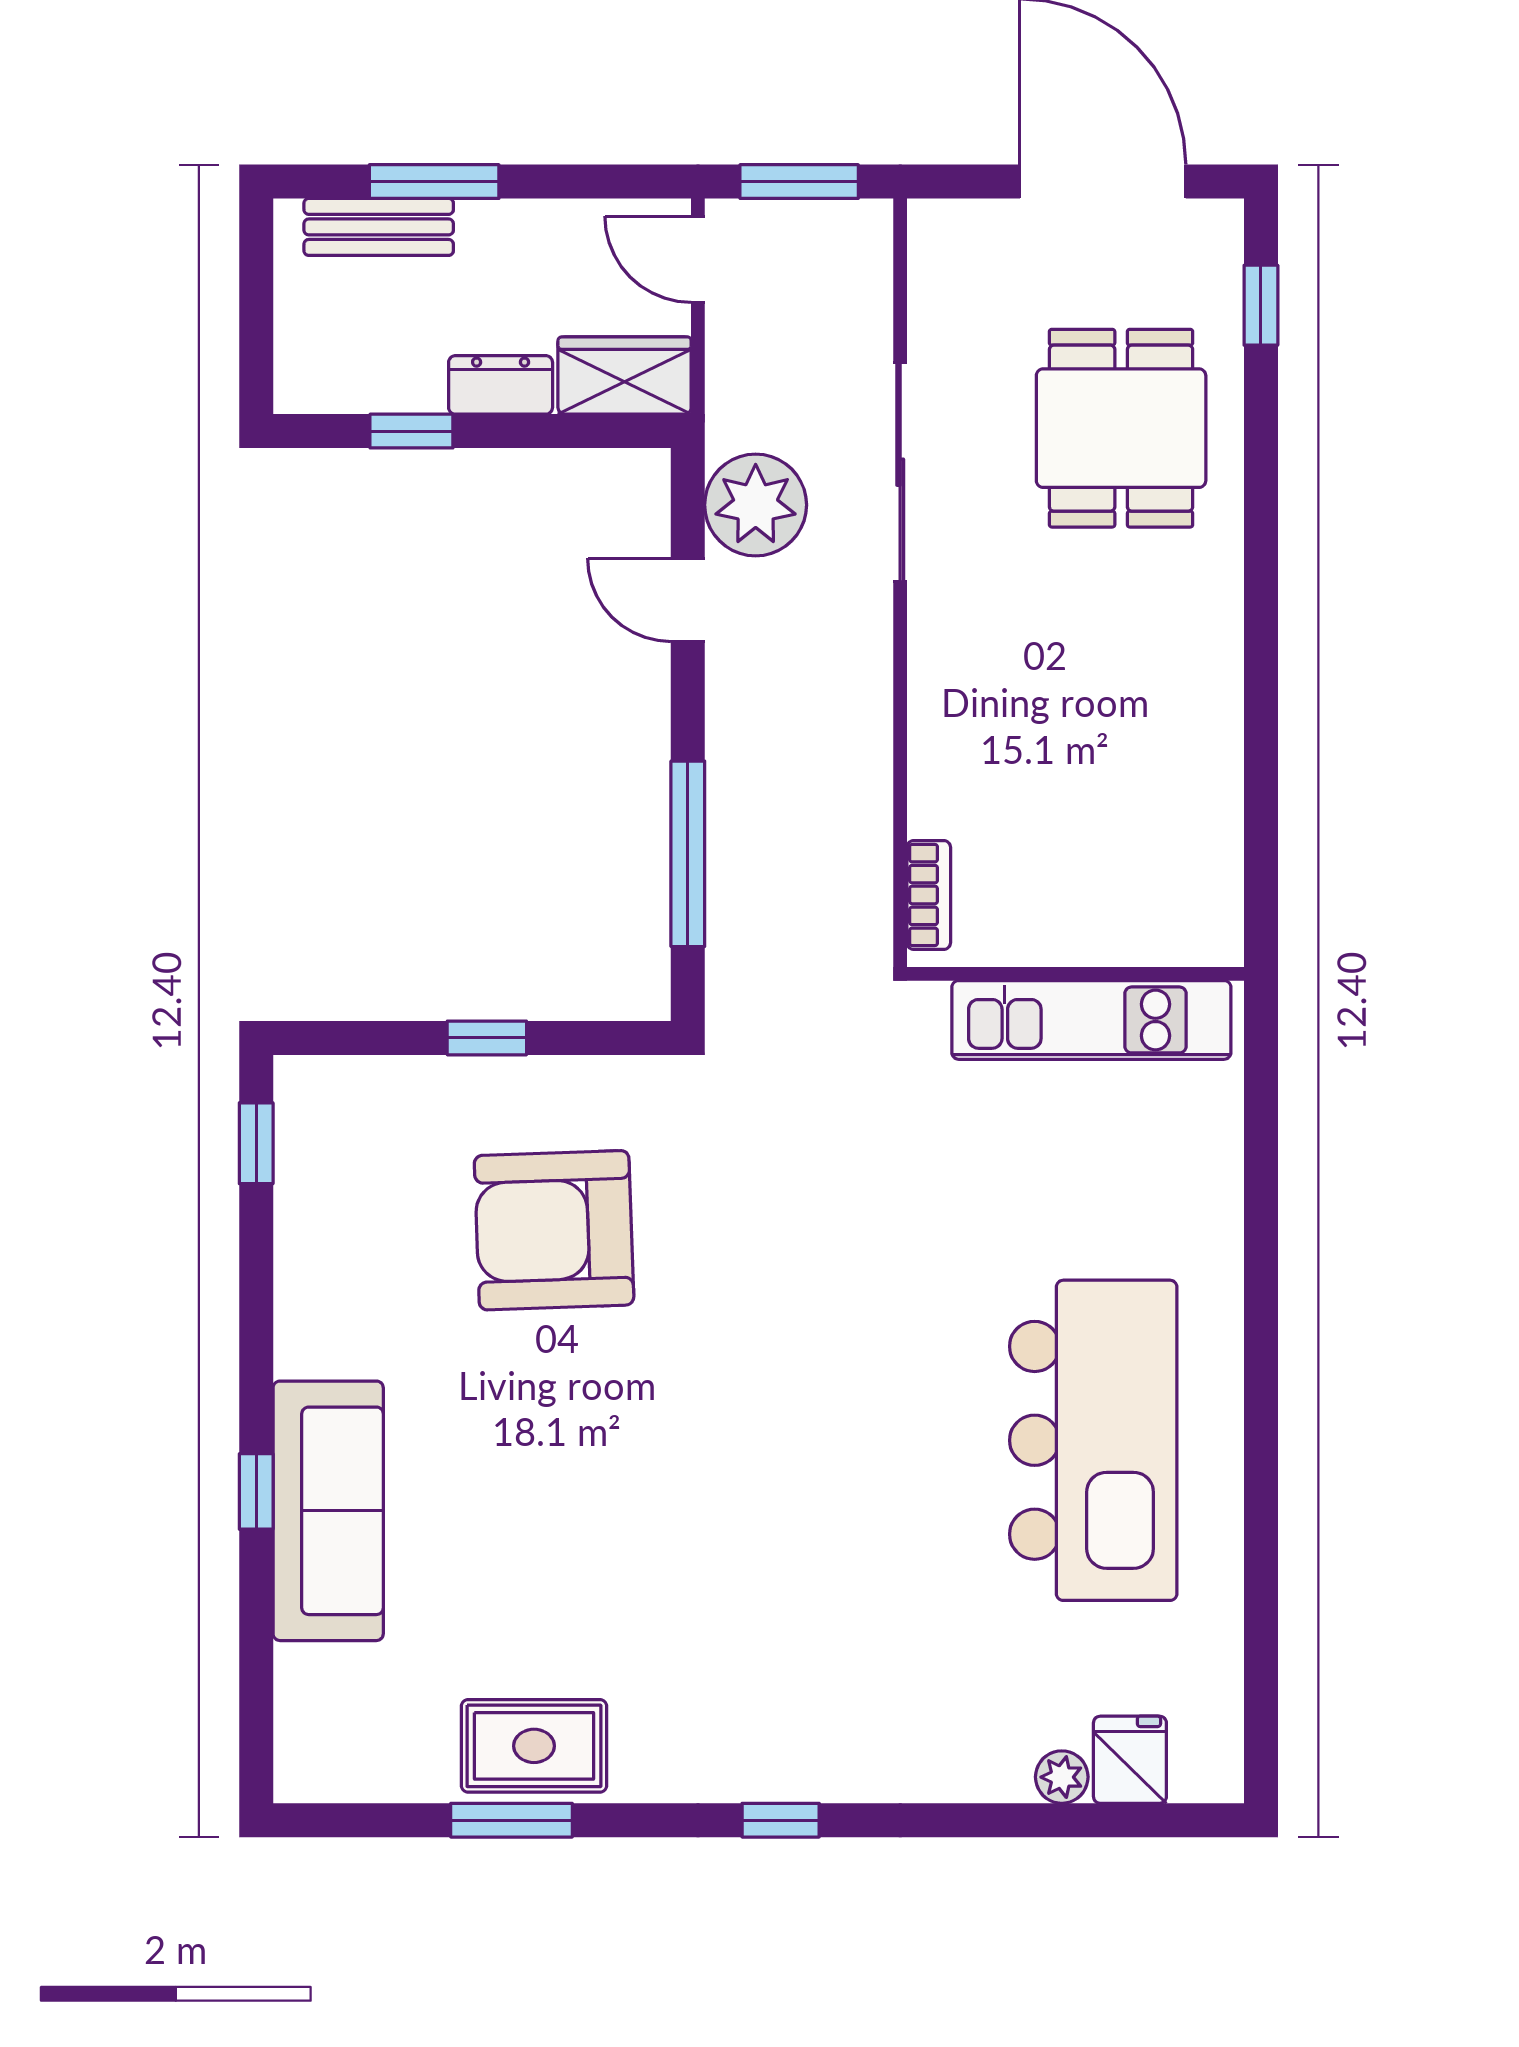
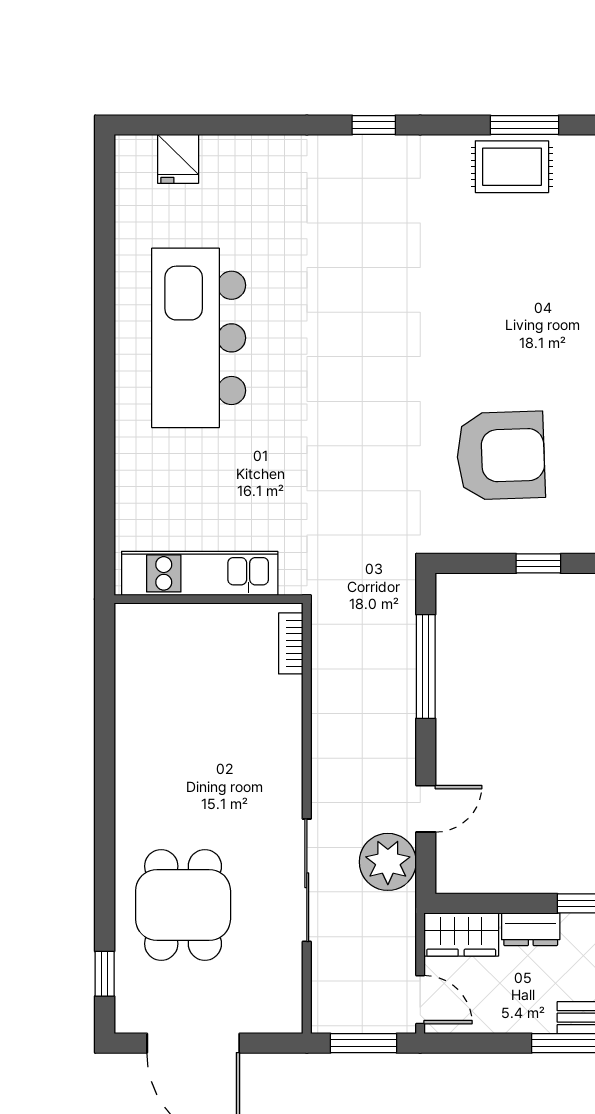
door: (688, 600) -> (426, 809), hinge flipped
plant: (1062, 1777) -> (216, 149), removed

